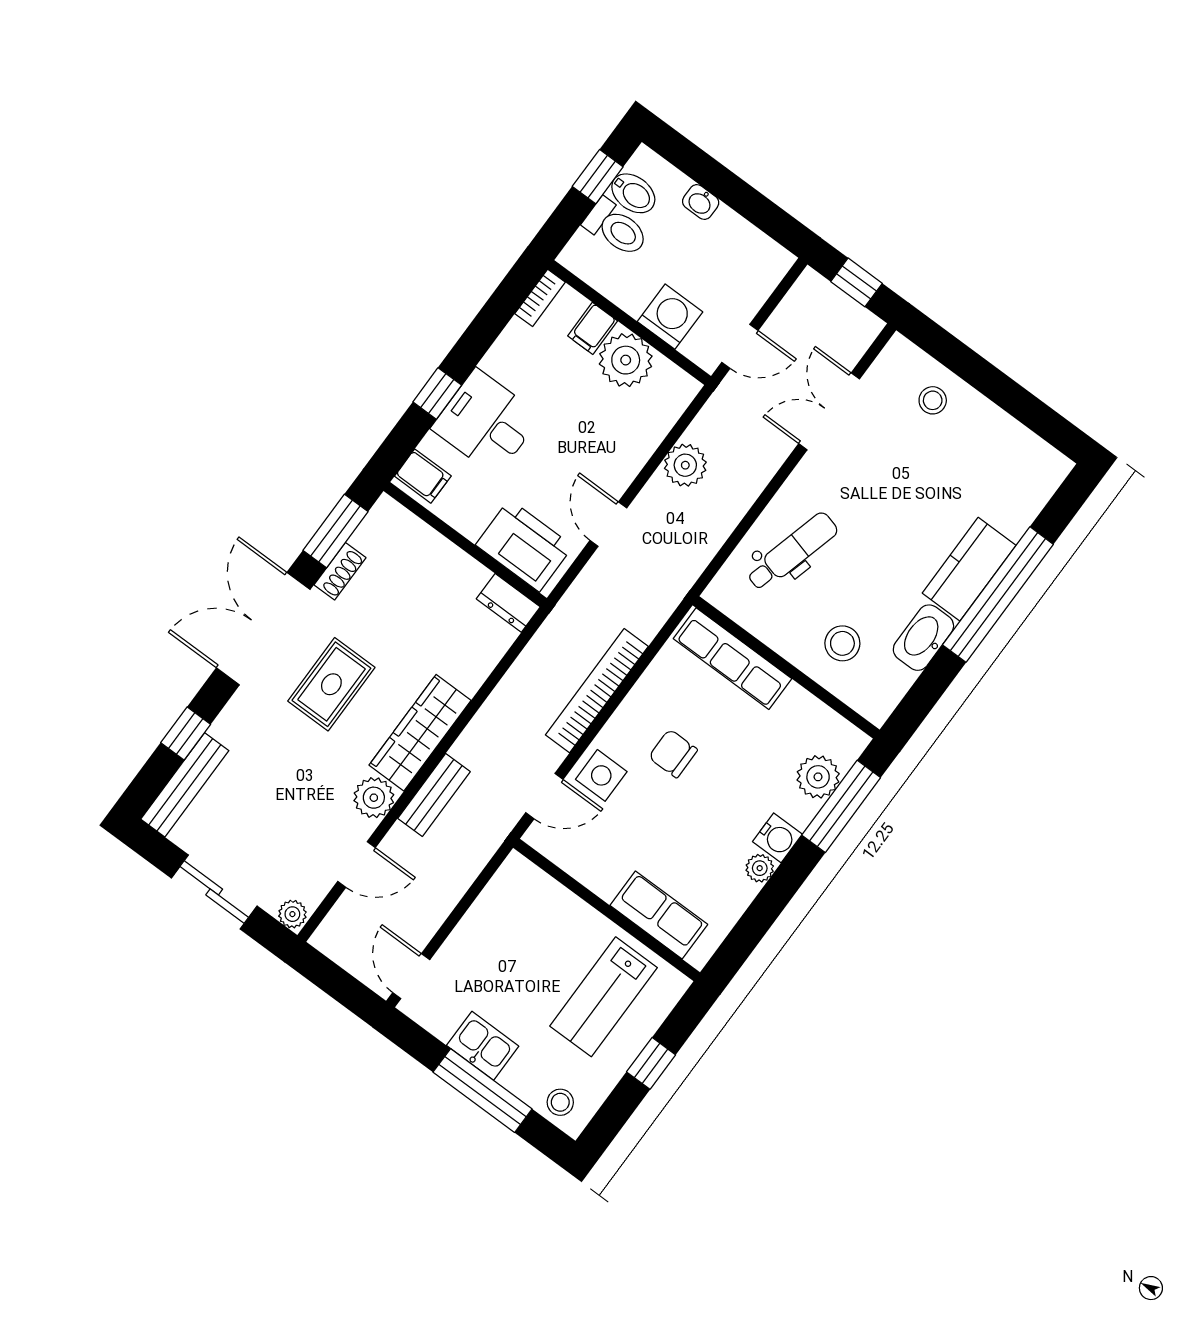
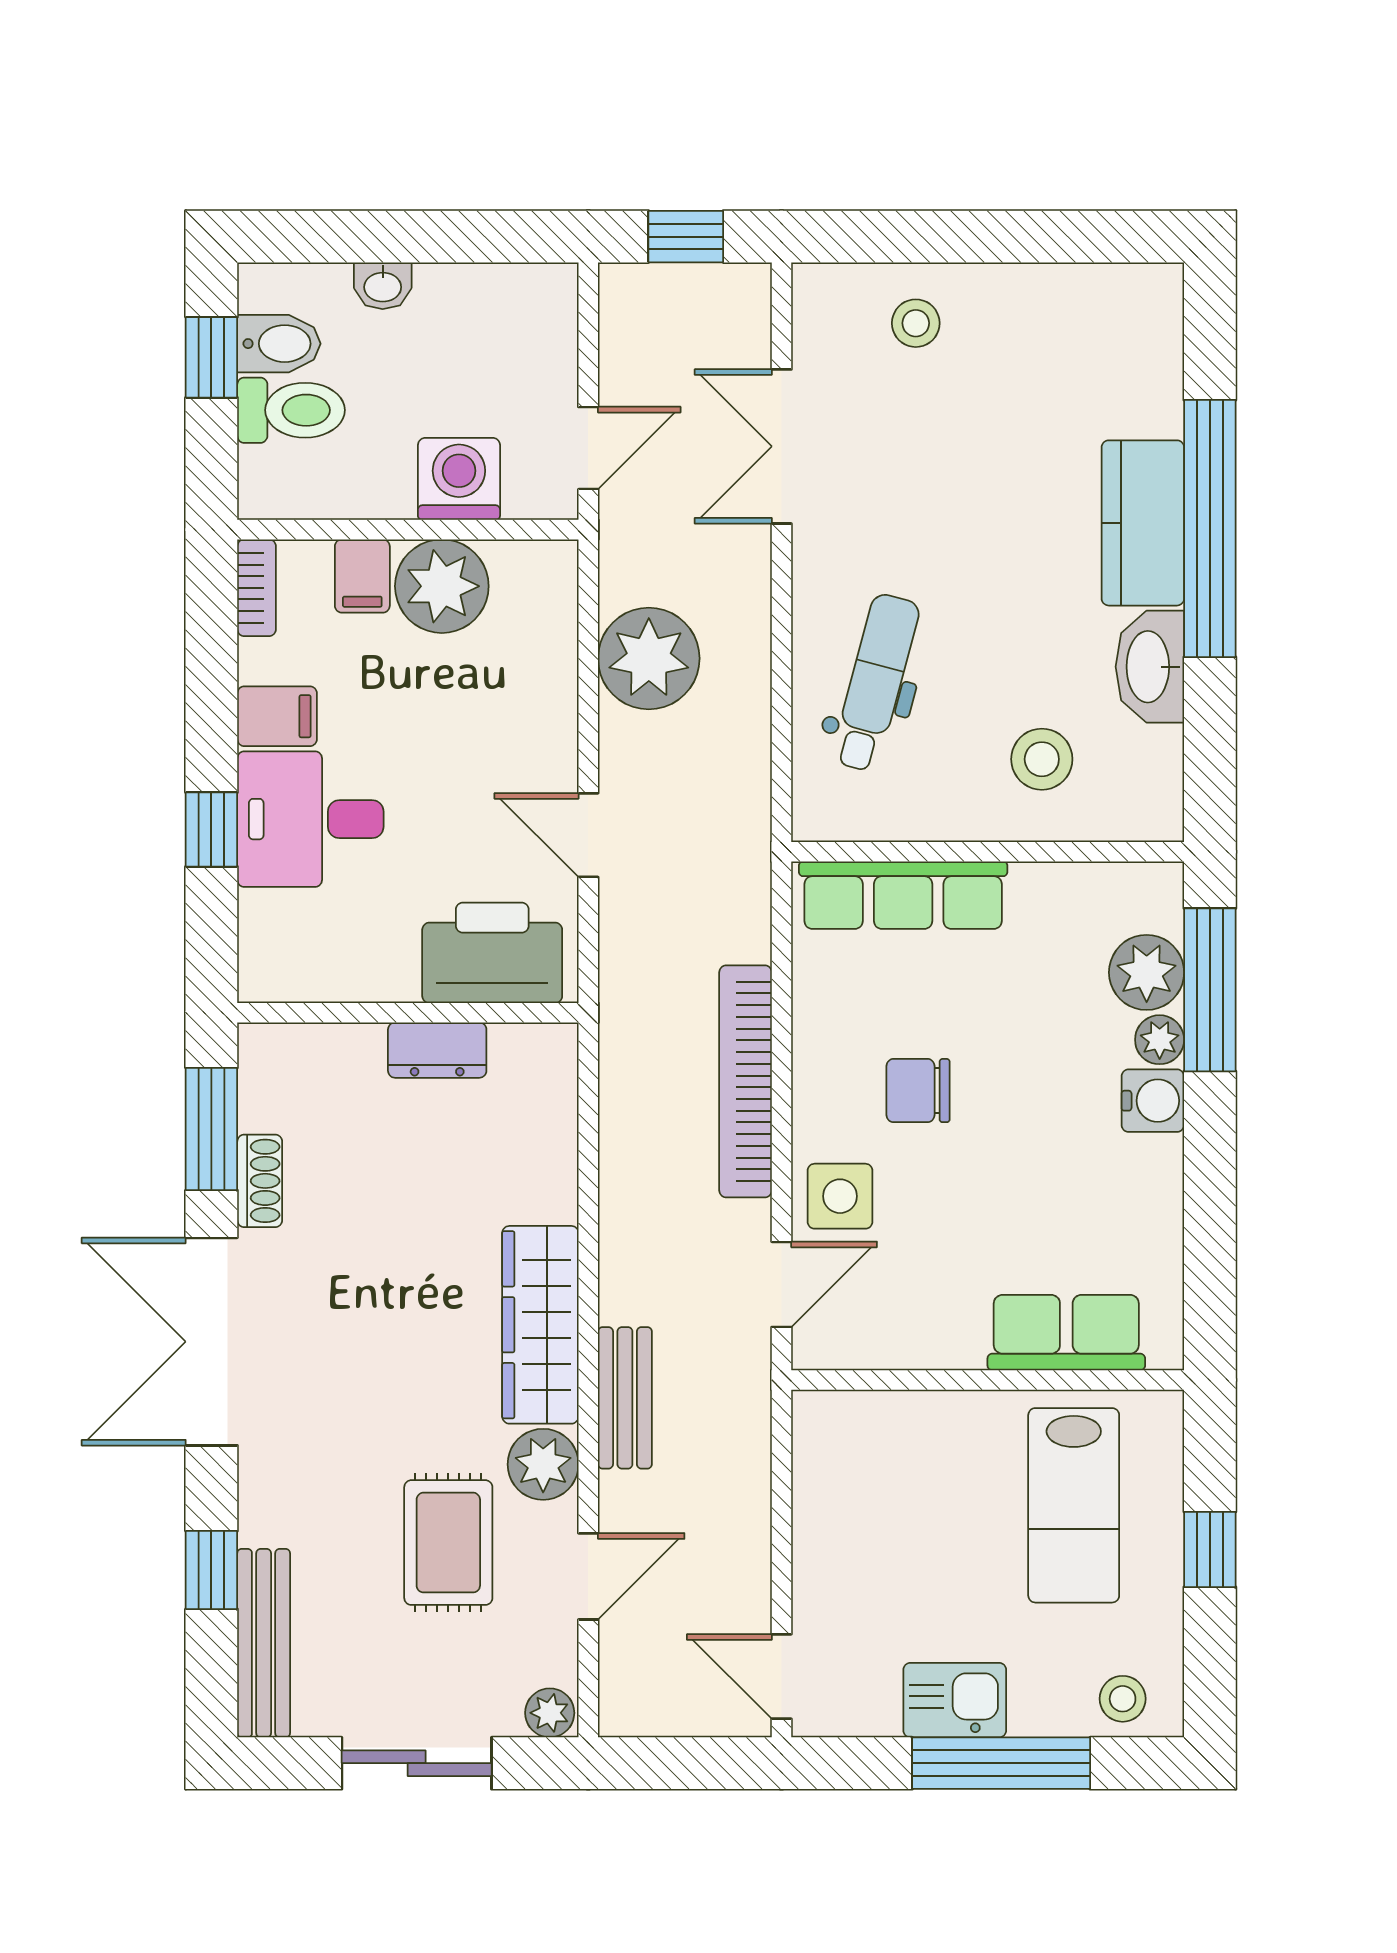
plant: (685, 465) -> (649, 658), width x1.36, depth x1.36
filing cabinet: (423, 476) -> (277, 716), moved
dresser: (508, 603) -> (437, 1050), moved
rug: (331, 684) -> (448, 1543), moved
plant: (760, 868) -> (1160, 1040), moved

